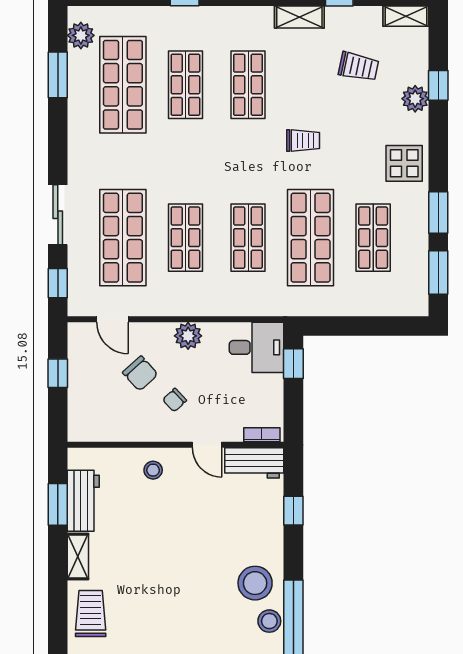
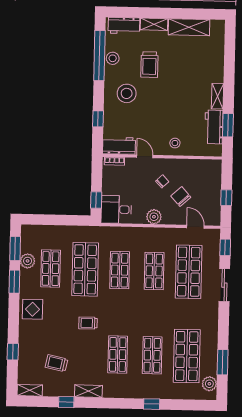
plant: (415, 99) -> (28, 261), moved
stool: (255, 583) -> (127, 93), moved
trolley: (91, 614) -> (149, 65), moved

